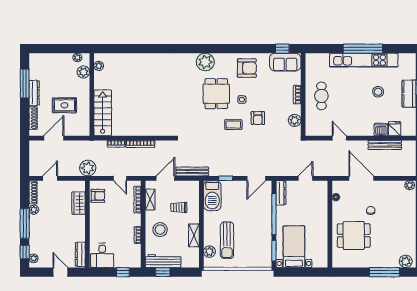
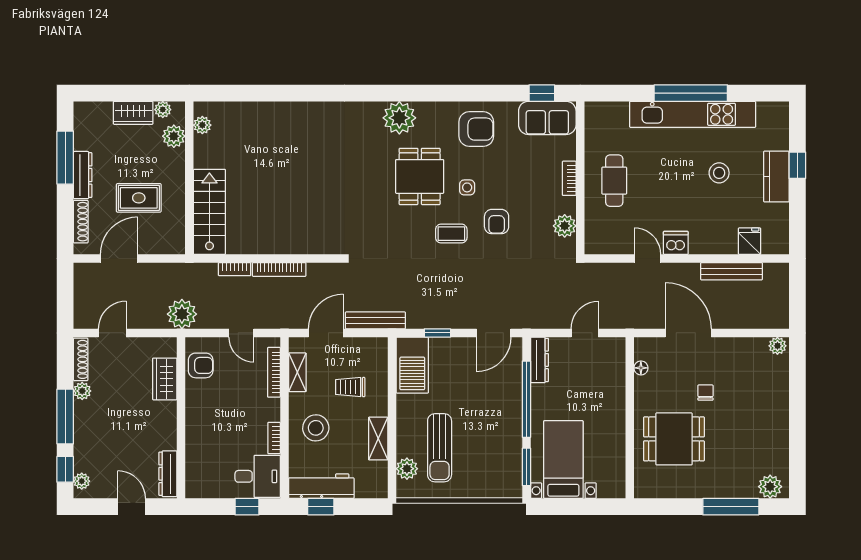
wardrobe: (61, 59) -> (133, 113), added
dishwasher: (381, 130) -> (676, 243), moved
desk: (102, 255) -> (258, 476), moved, turned -90

